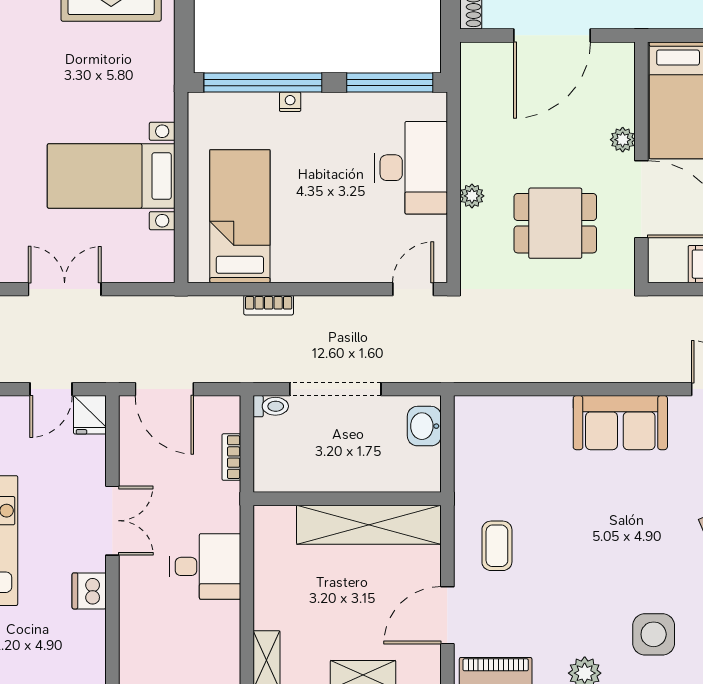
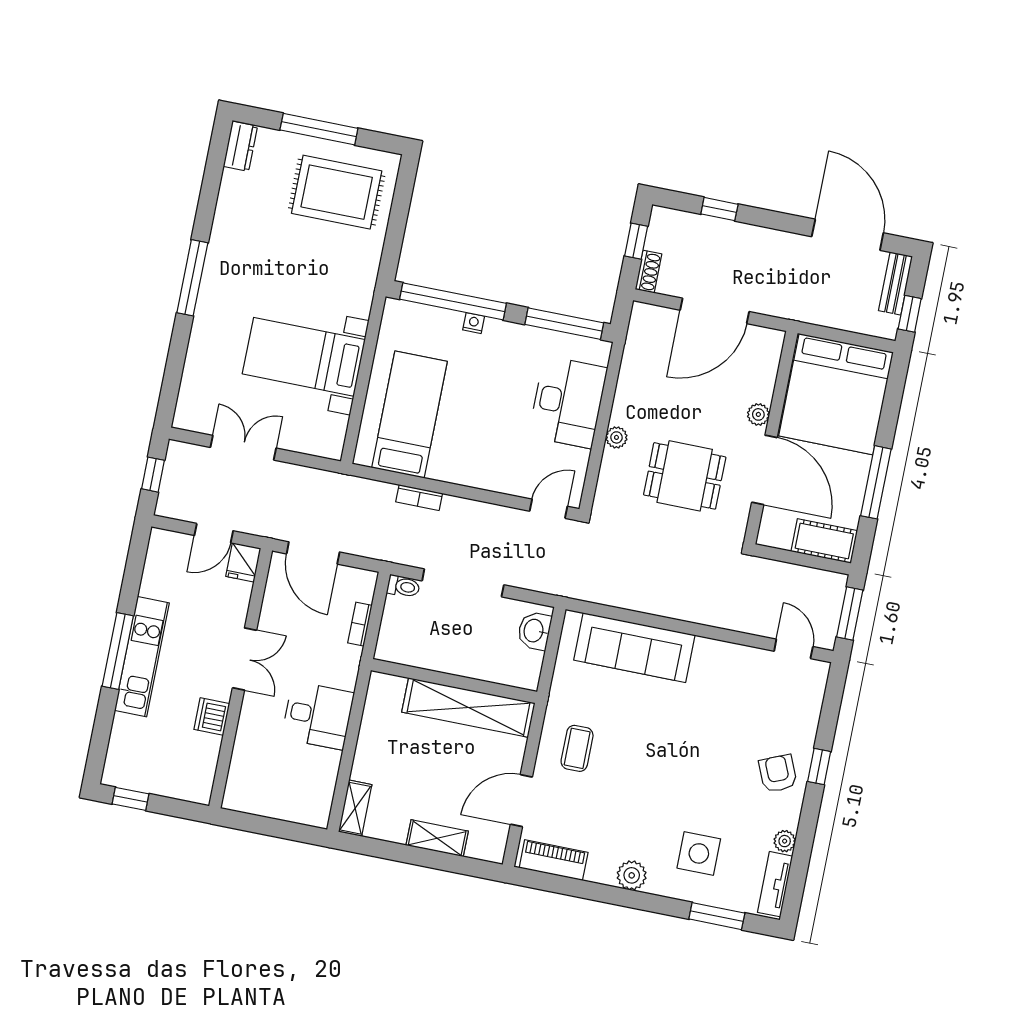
sofa: (620, 423) -> (634, 648), moved, width x1.36

